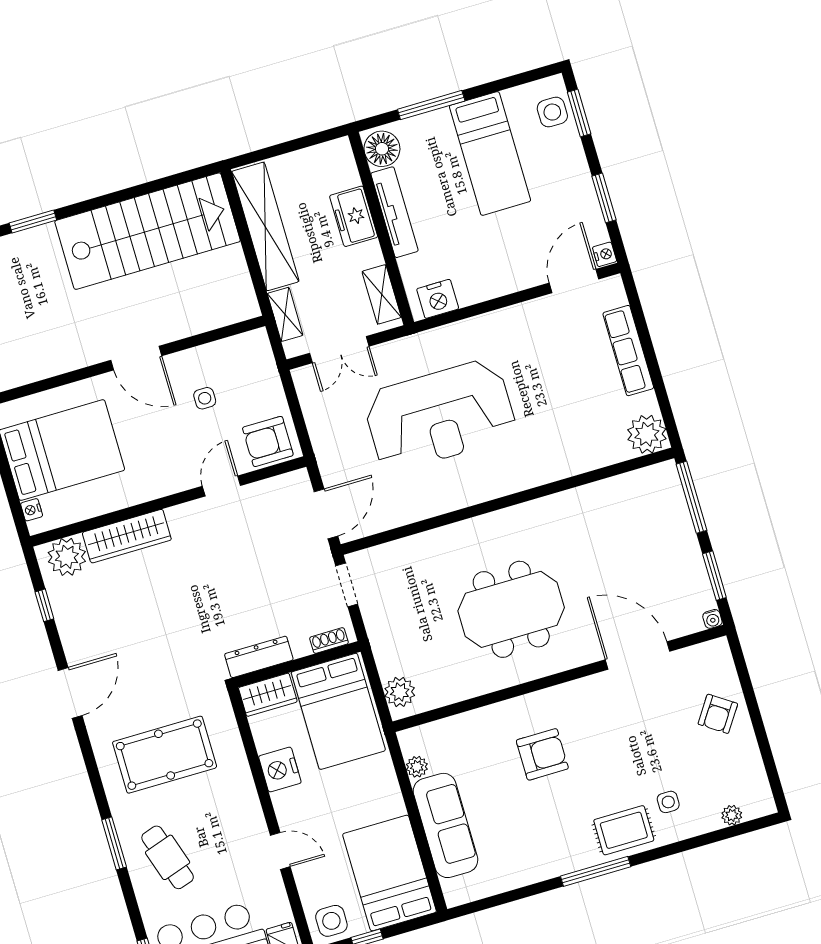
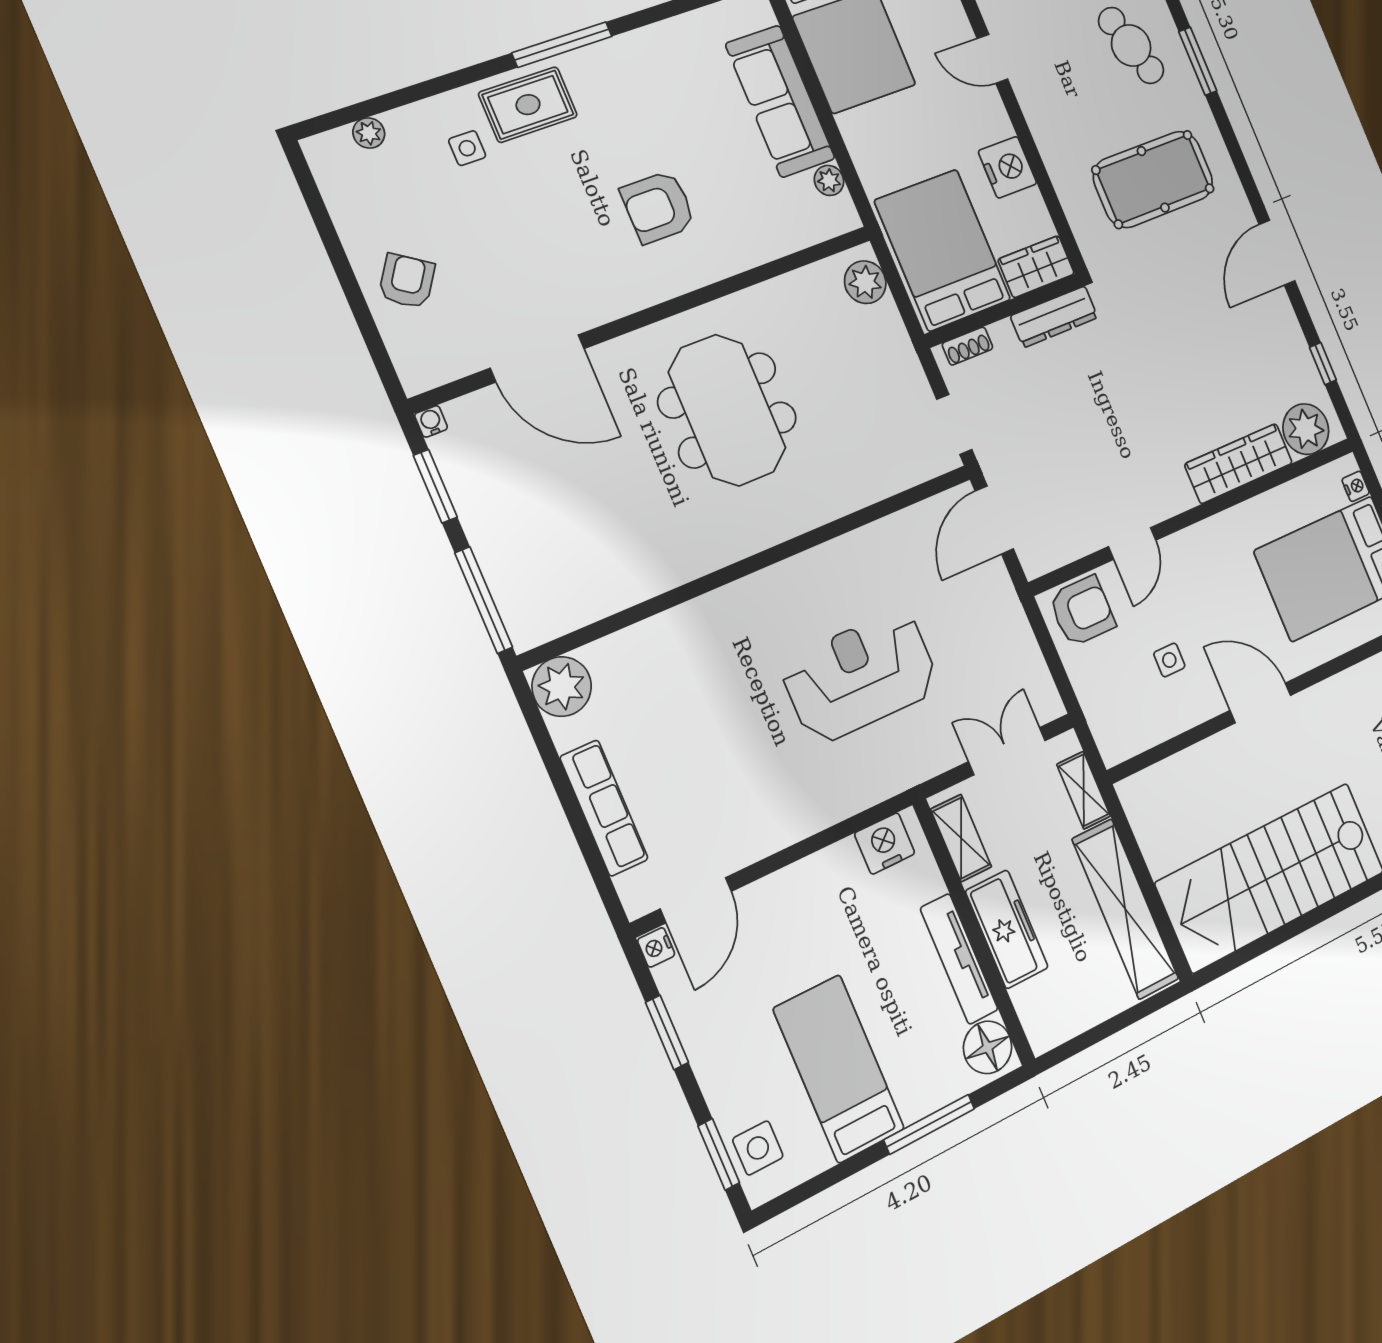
freezer: (354, 216) -> (1007, 929), width x1.40
reception desk: (440, 416) -> (860, 676), width x0.74, depth x0.77
meeting table: (511, 609) -> (727, 410), turned 90

